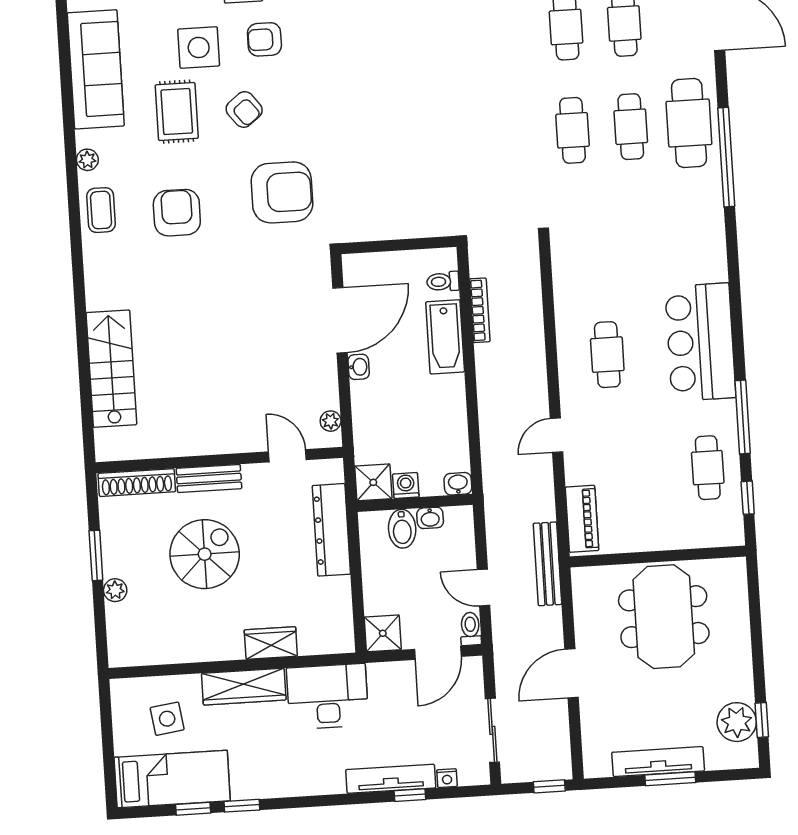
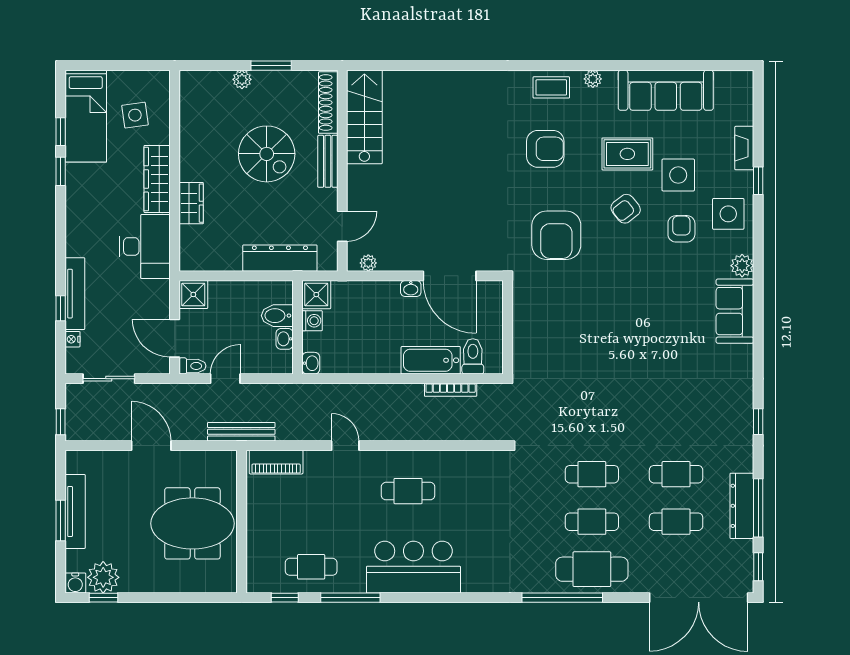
toilet: (443, 282) -> (473, 356), width x1.37, depth x1.39
stairs: (111, 369) -> (364, 117), moved, turned -90
water cooler: (746, 756) -> (75, 583), added

